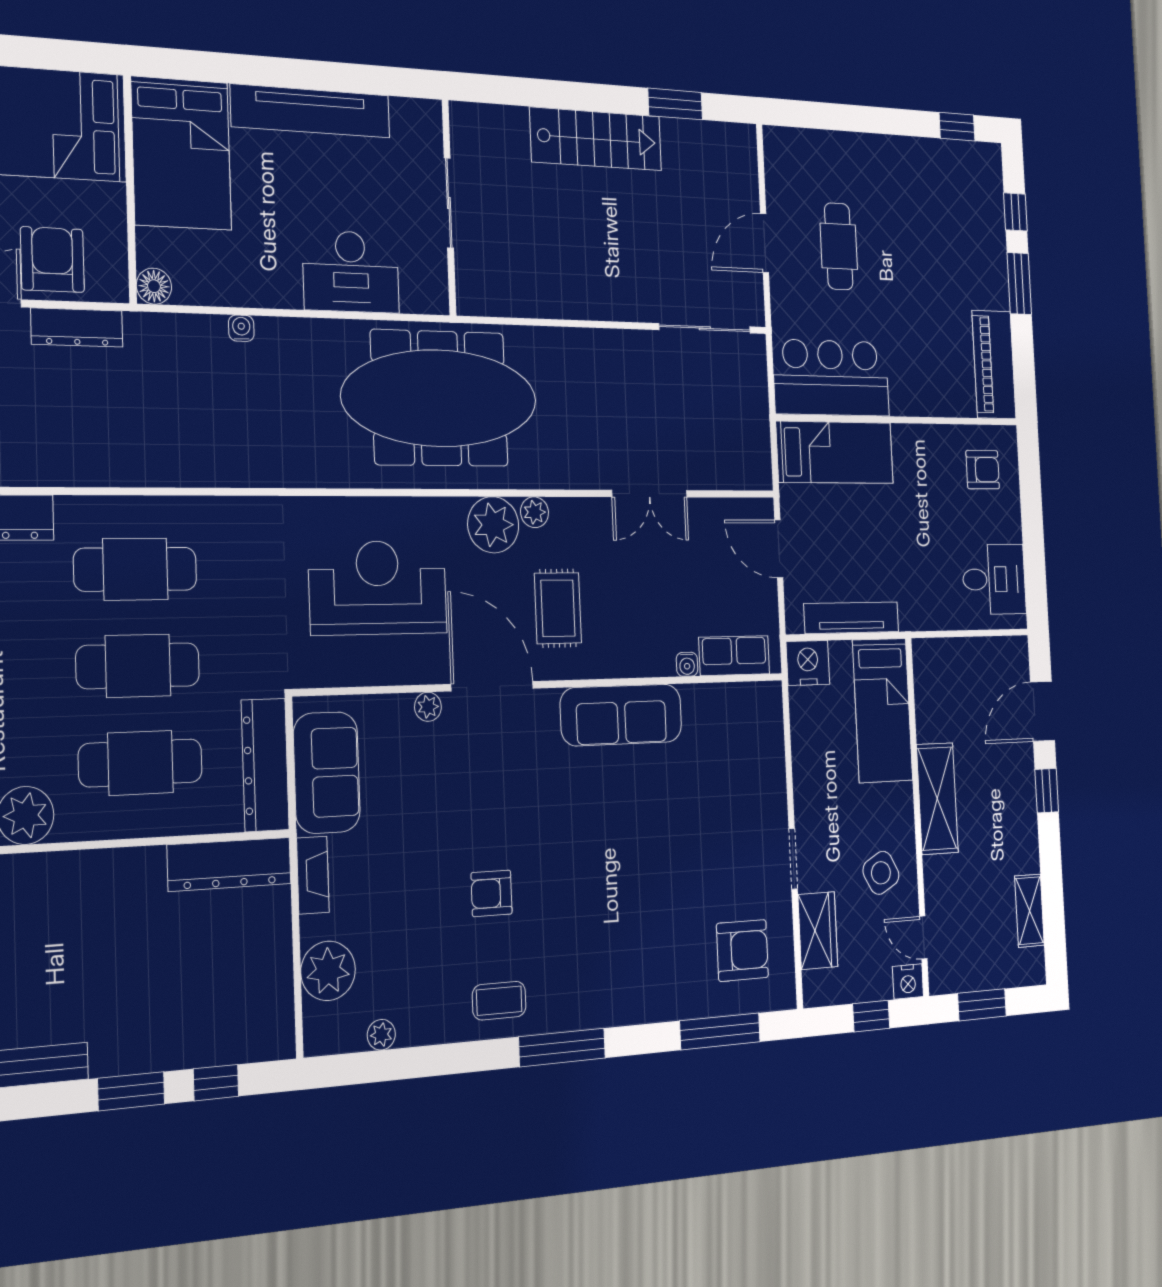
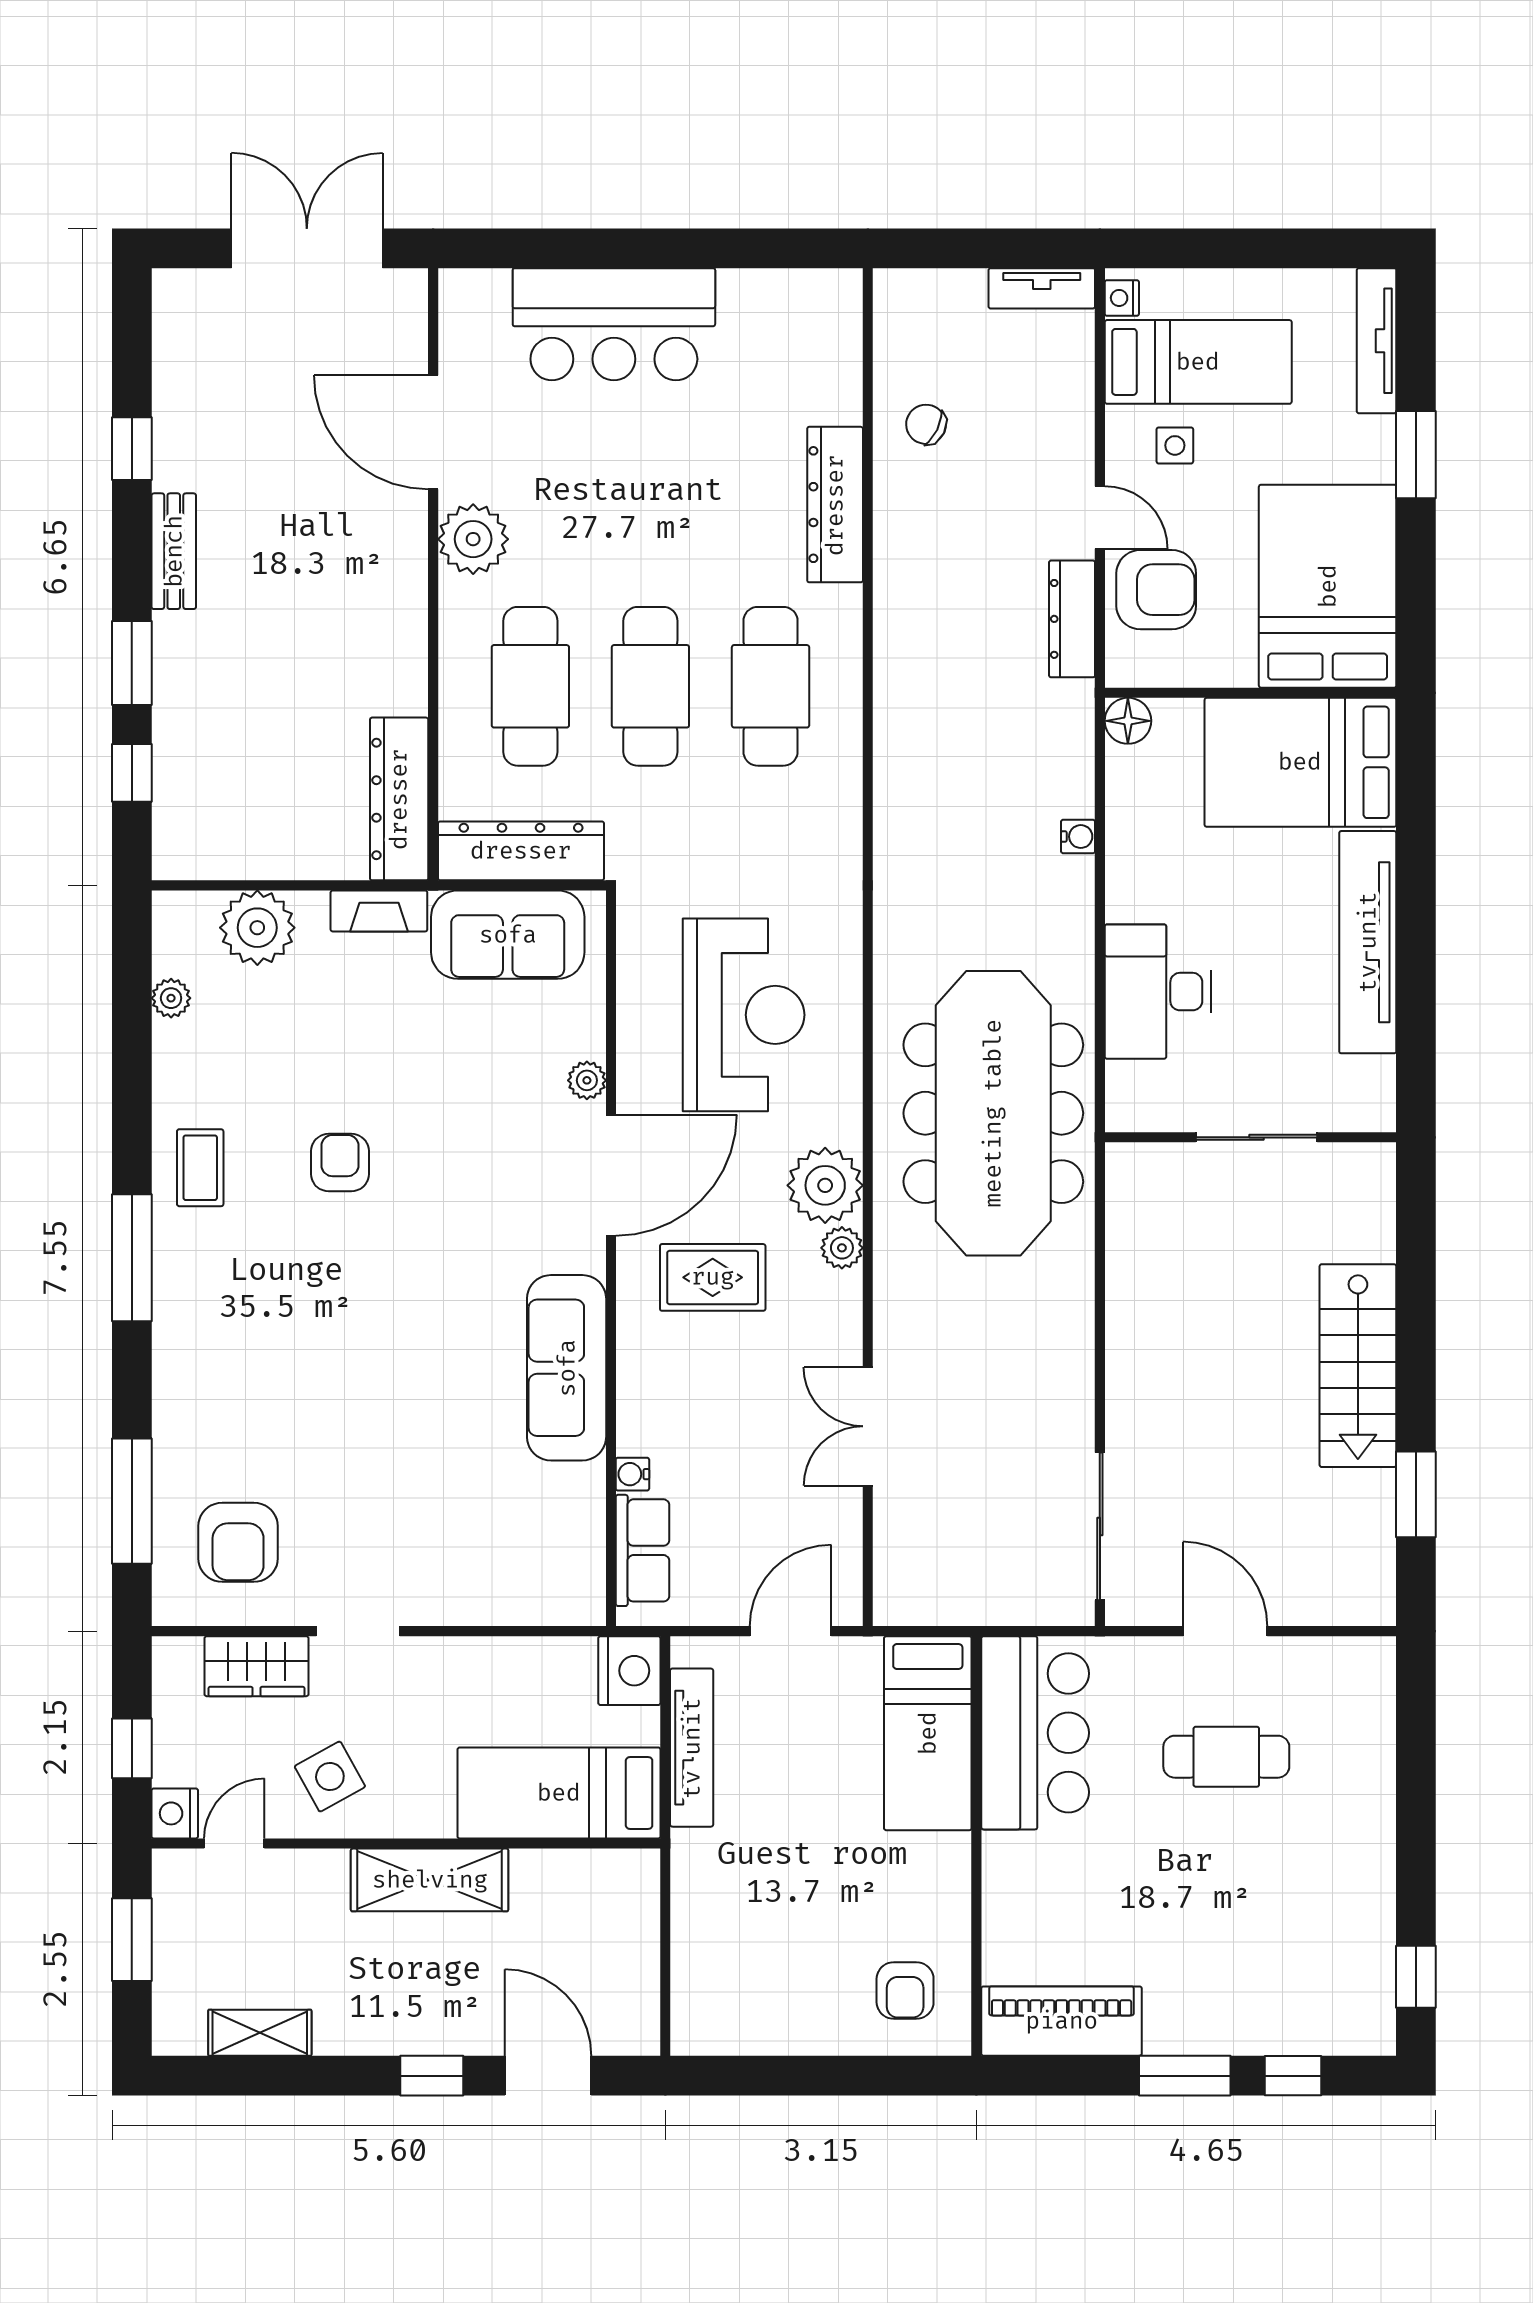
desk: (994, 579) -> (744, 2001), removed

